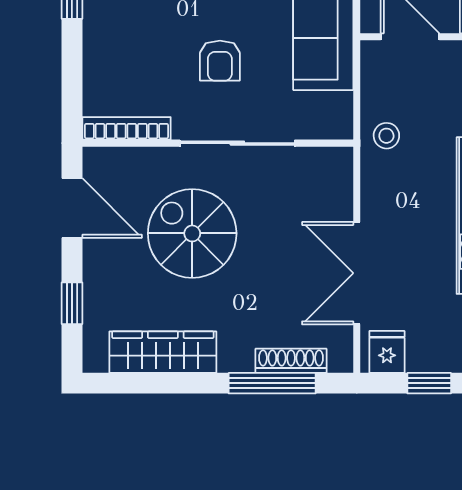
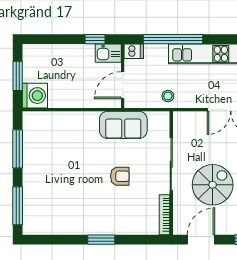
armchair: (220, 61) -> (120, 176), moved
spiral stairs: (192, 233) -> (213, 185), turned 180

